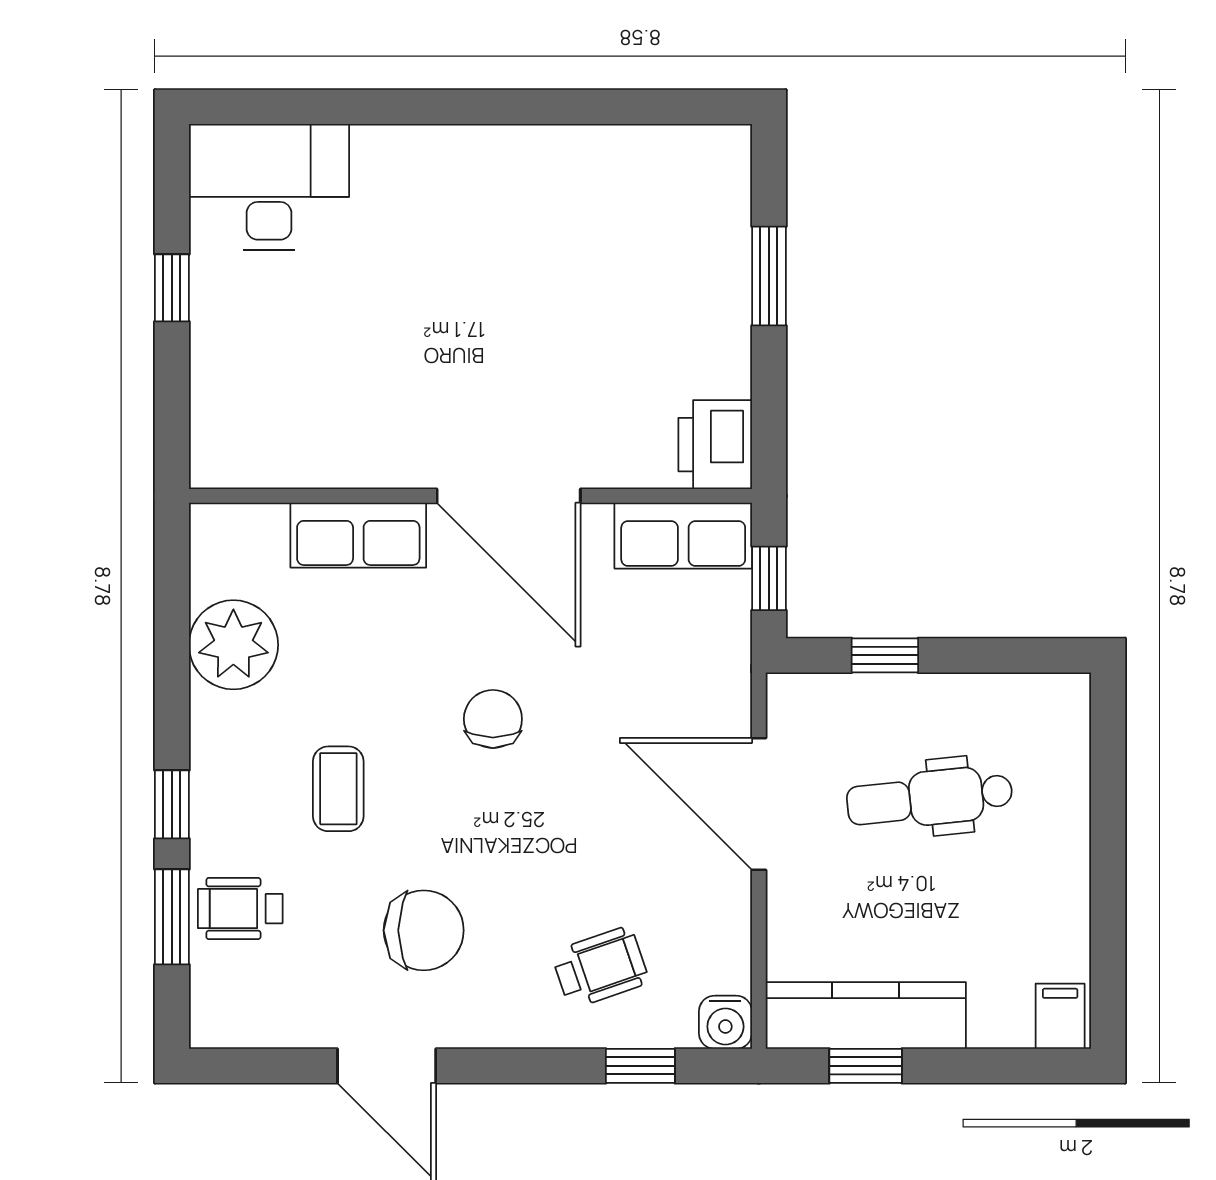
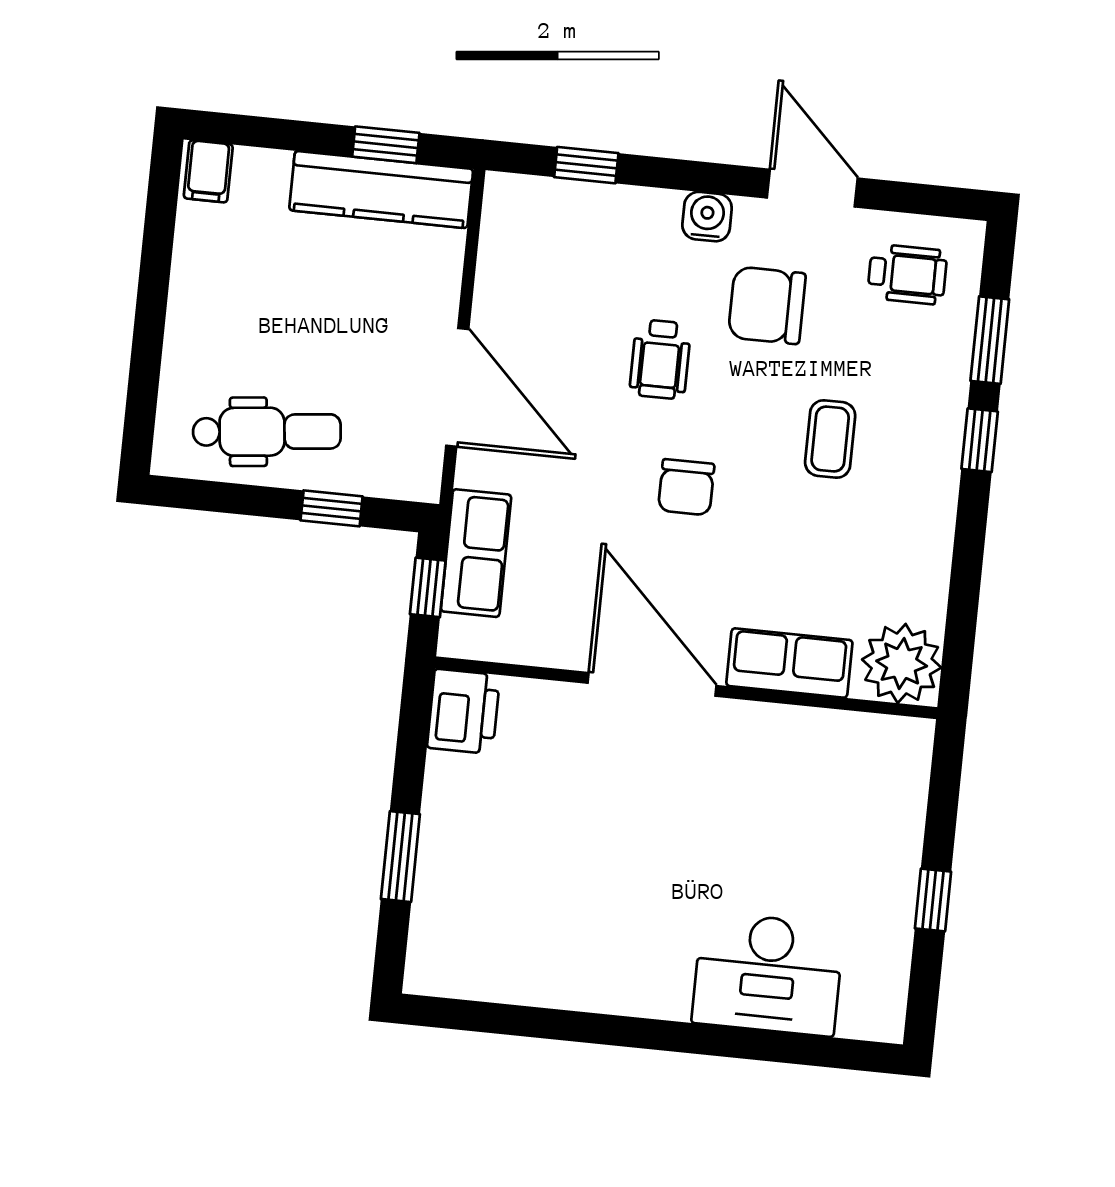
desk: (269, 187) -> (768, 974), moved
row of seats: (683, 536) -> (476, 553), moved, turned 90
plant: (233, 645) -> (902, 663), moved
dental chair: (930, 798) -> (267, 432), moved
wheelchair: (240, 909) -> (907, 274), moved
wheelchair: (600, 967) -> (660, 359), moved, turned -71
water cooler: (725, 1022) -> (707, 217), moved

